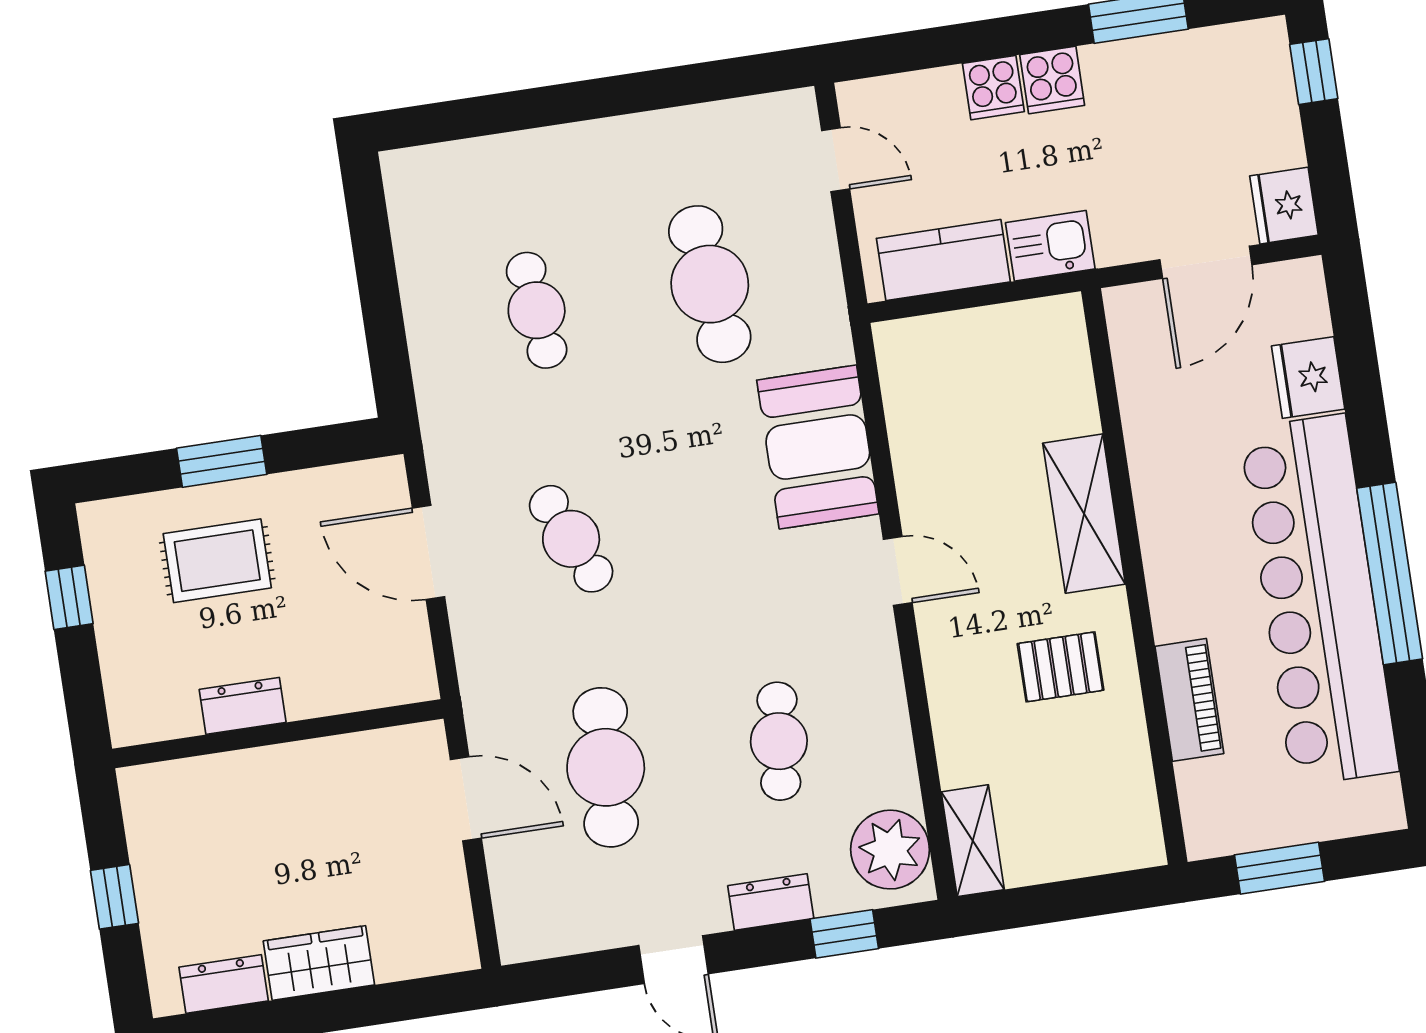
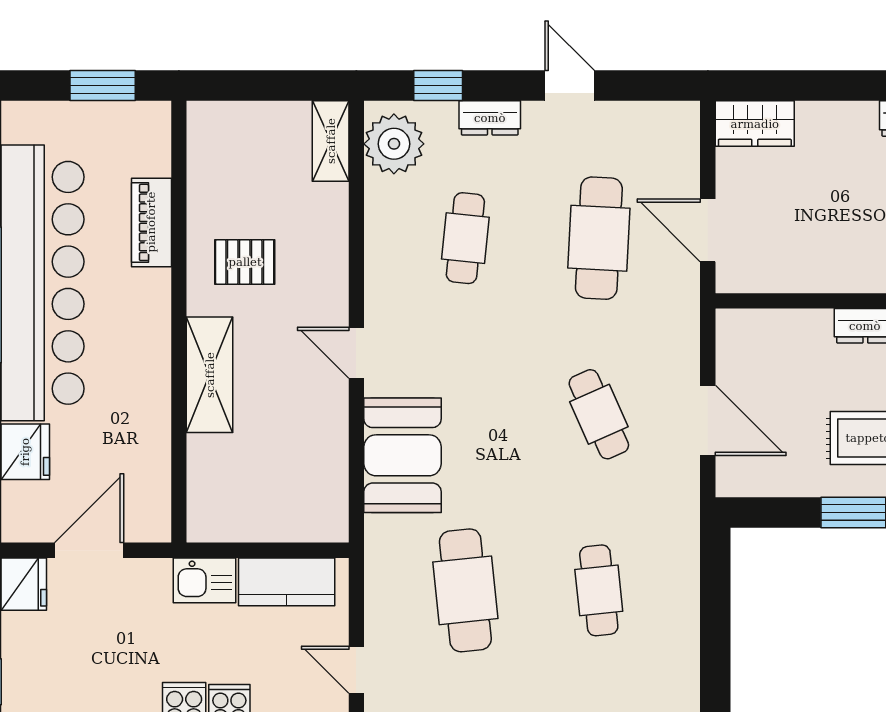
wardrobe: (319, 963) -> (755, 124), moved

